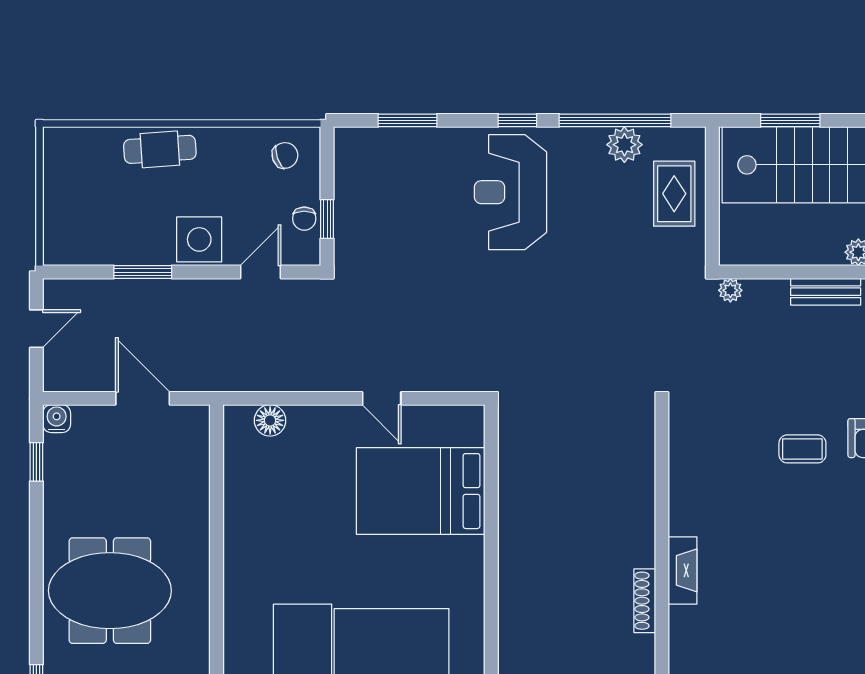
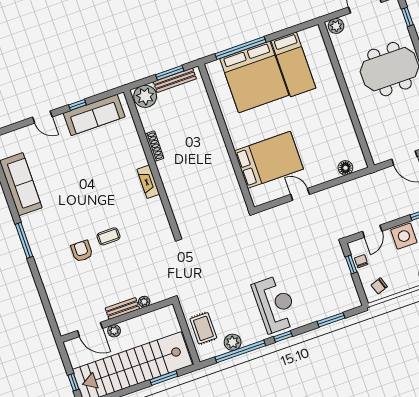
plant: (730, 290) -> (144, 302), moved
fireplace: (683, 570) -> (148, 182), moved

